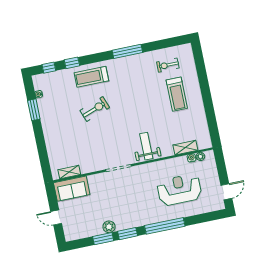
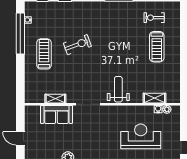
treadmill: (91, 77) -> (44, 54), moved, turned 90
window: (34, 110) -> (20, 34), width x2.11
shelving: (69, 172) -> (55, 99), moved
sofa: (72, 189) -> (56, 114), moved

